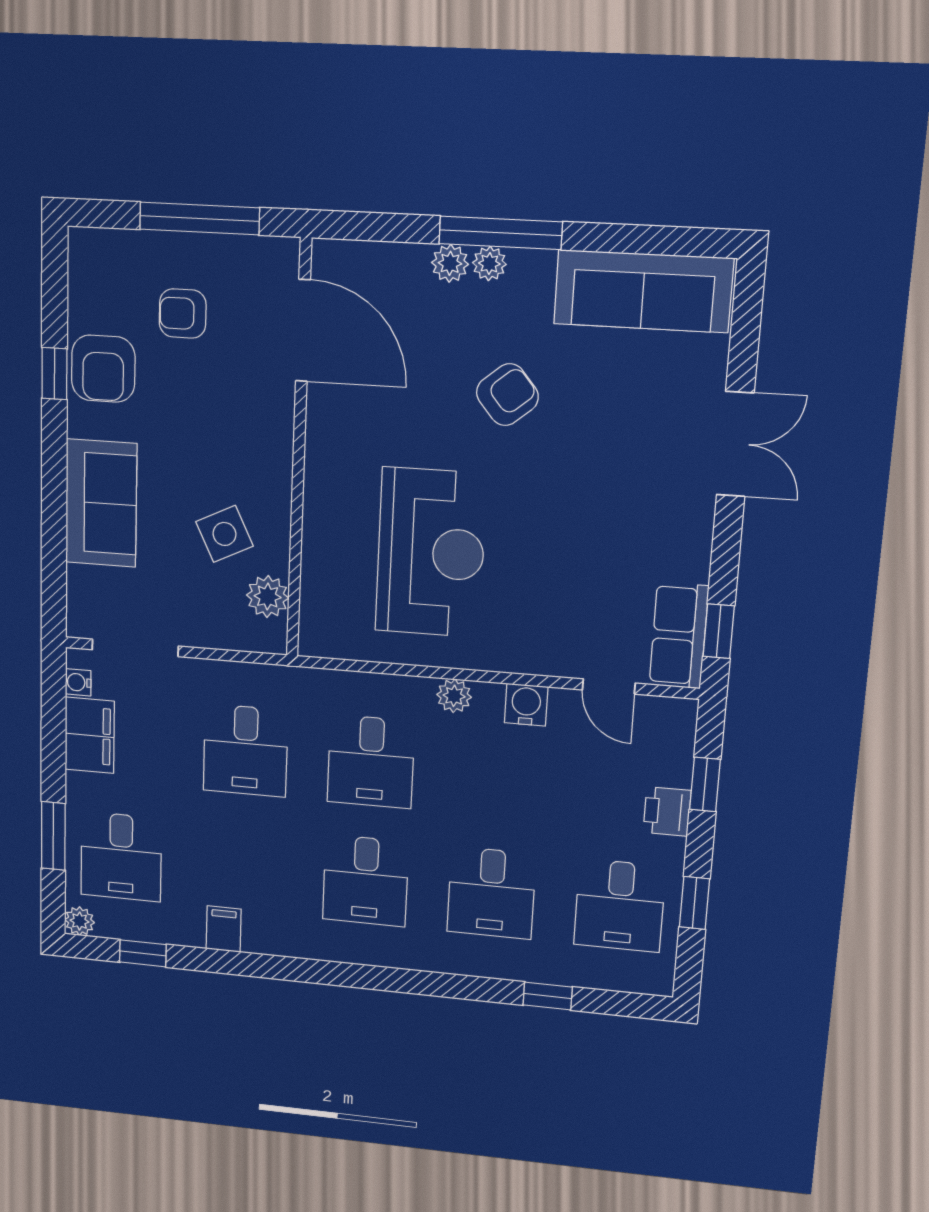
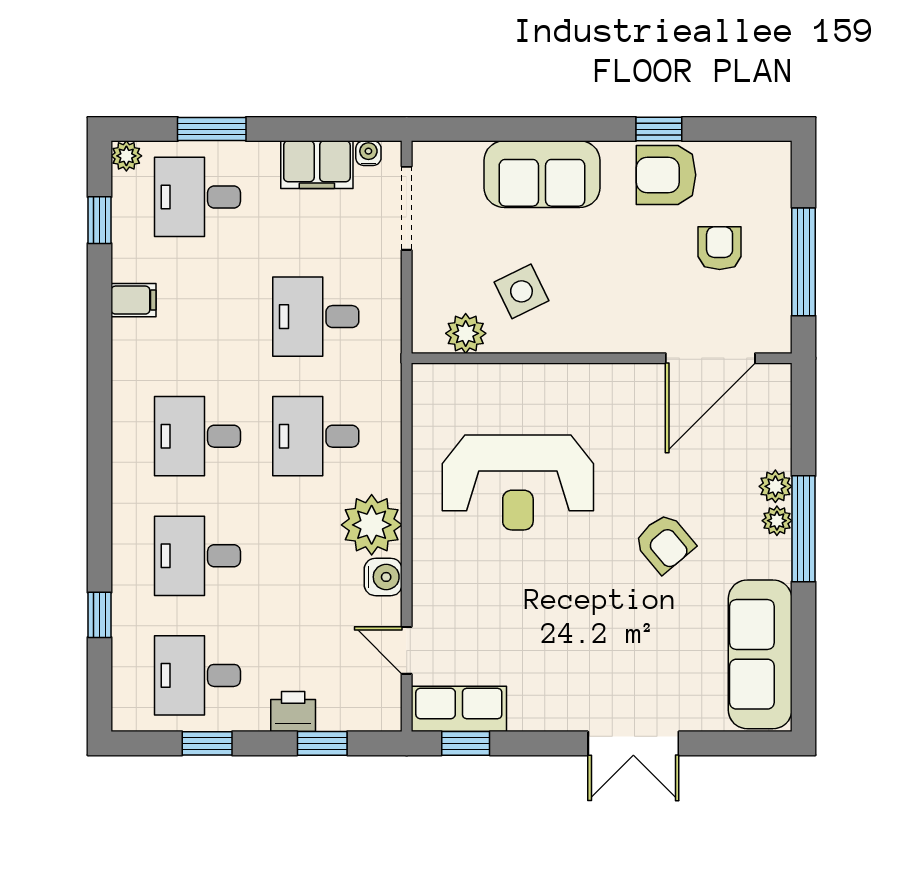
door: (609, 686) -> (407, 650), hinge flipped
plant: (454, 696) -> (372, 525), width x1.88, depth x1.88

